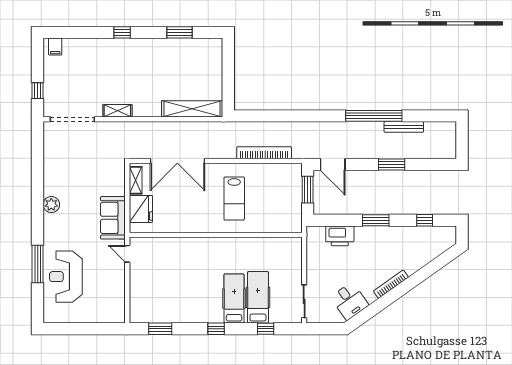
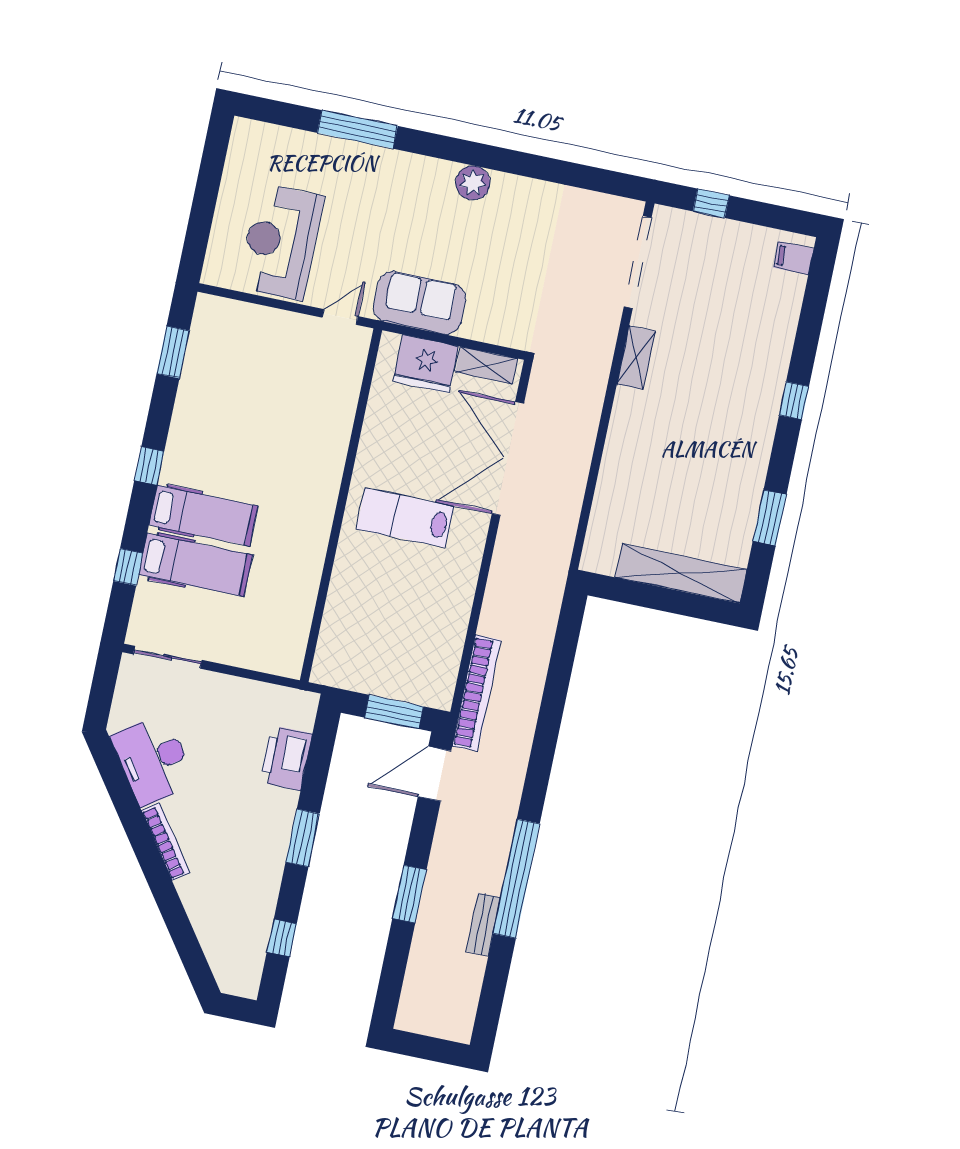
shelving: (192, 109) -> (681, 573), moved, turned 90
bench: (404, 127) -> (483, 924), width x0.73
bookcase: (264, 153) -> (476, 693), moved
lab bench: (234, 198) -> (405, 518), moved
reception desk: (66, 277) -> (281, 242), moved, turned -90
desk: (350, 301) -> (153, 760), width x1.37

